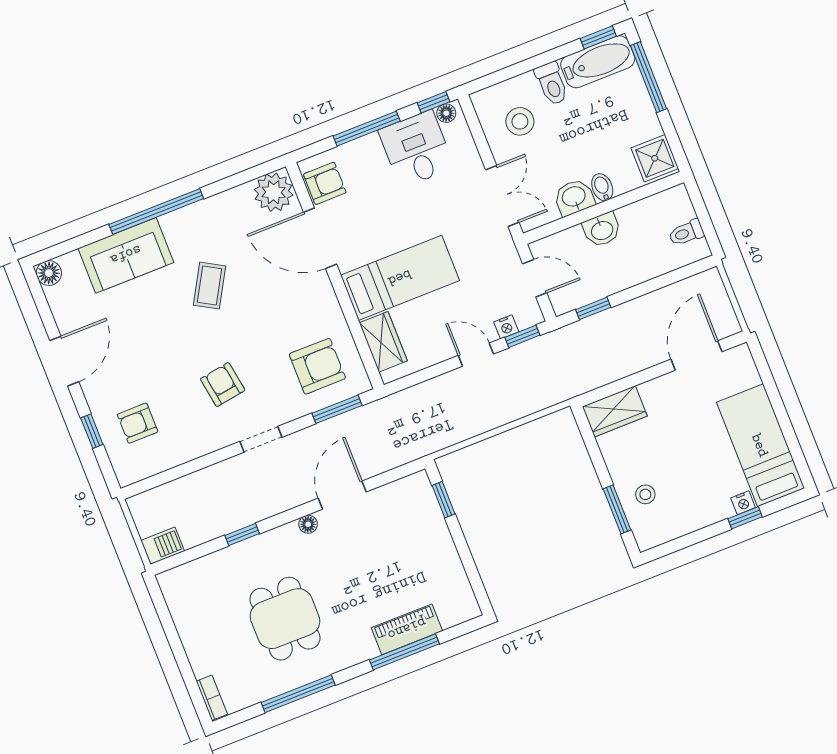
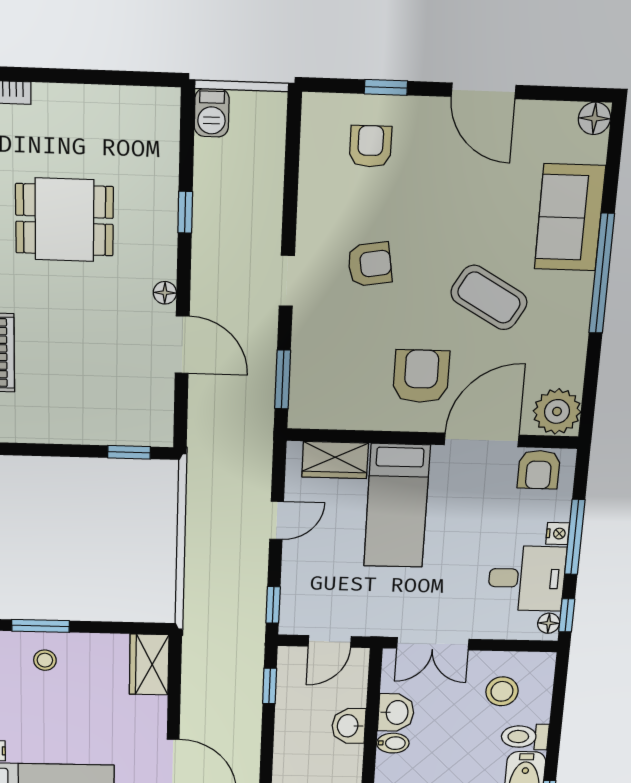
coffee table: (209, 286) -> (489, 298), width x1.36, depth x1.30
nightstand: (506, 327) -> (558, 534), moved, turned 180
door: (476, 355) -> (277, 520), moved
armchair: (317, 366) -> (421, 376), moved, turned 180

